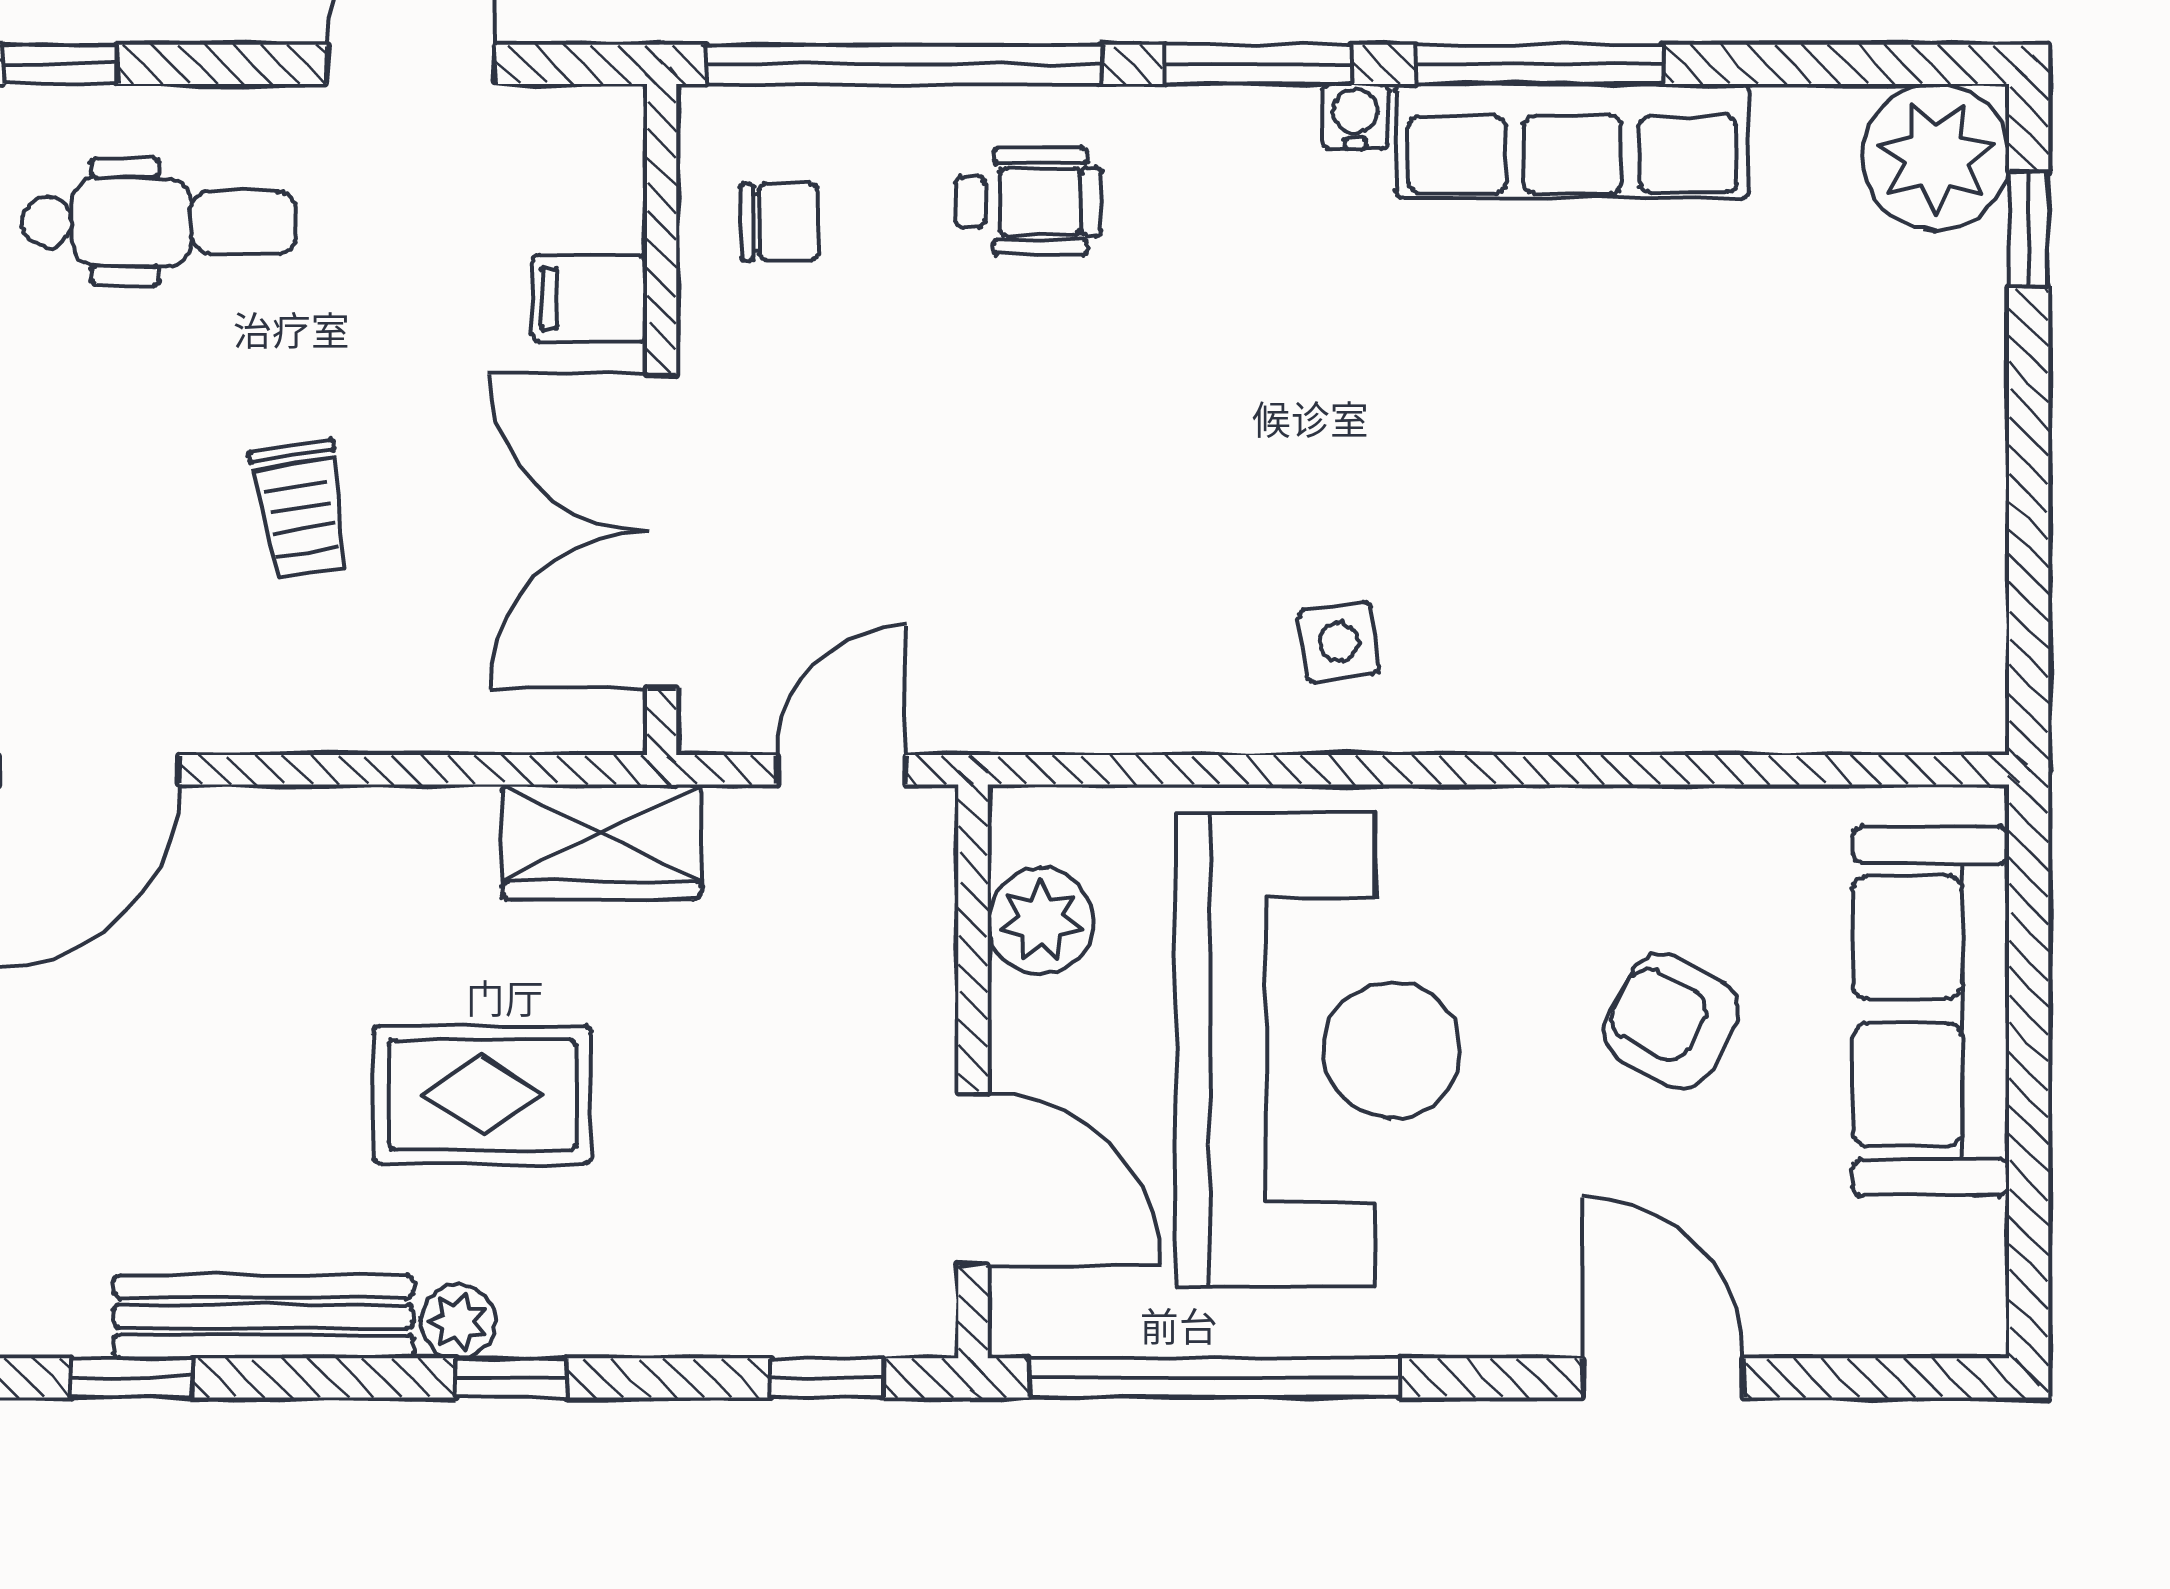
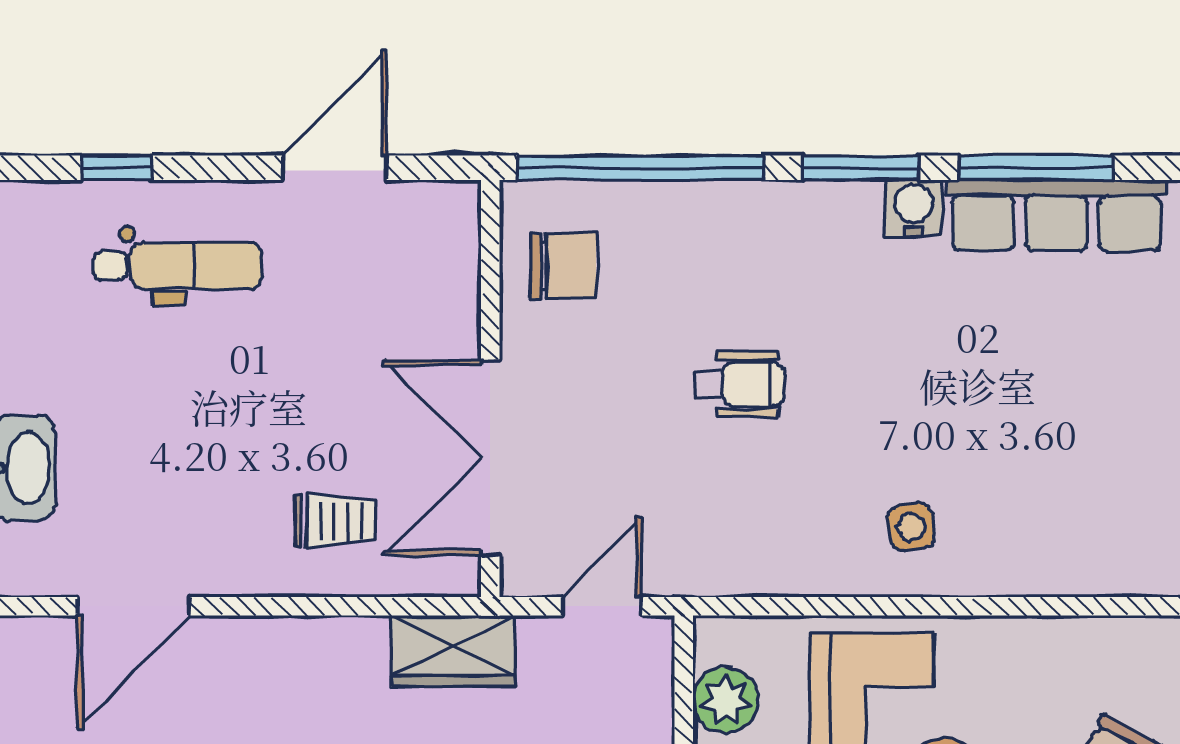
water cooler: (1355, 116) -> (914, 208), width x1.38, depth x1.38
wheelchair: (1029, 202) -> (740, 384), moved
chair: (779, 222) -> (563, 266), width x1.37, depth x1.37
filing cabinet: (589, 298) -> (445, 313), removed
trolley: (301, 510) -> (336, 521), moved, turned -81

